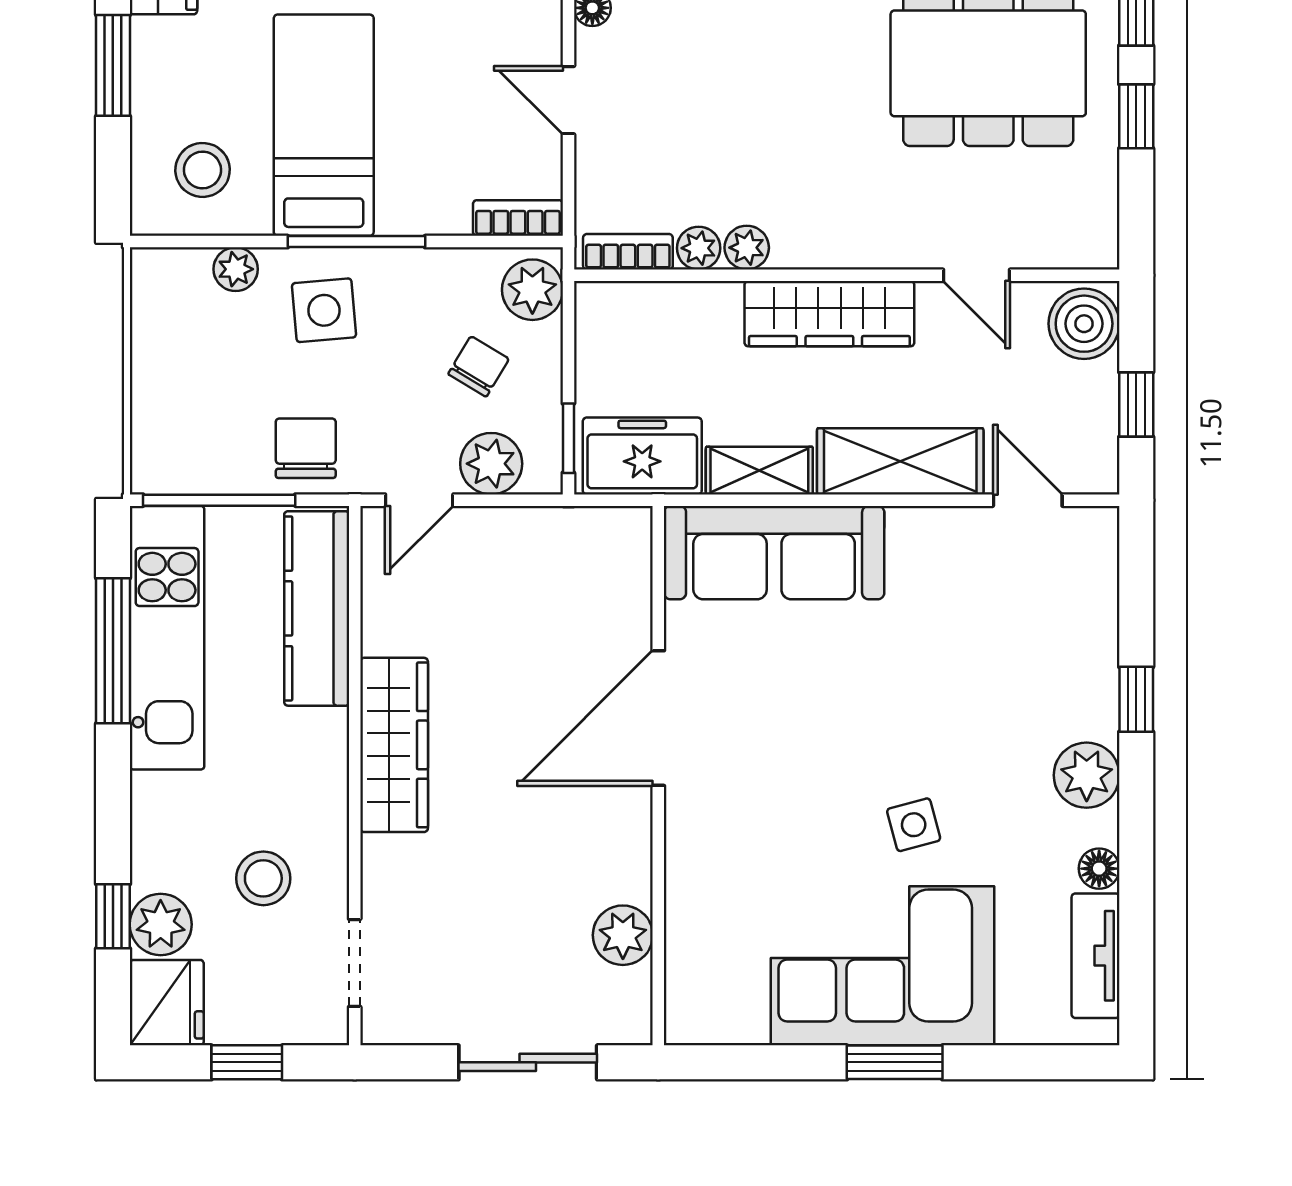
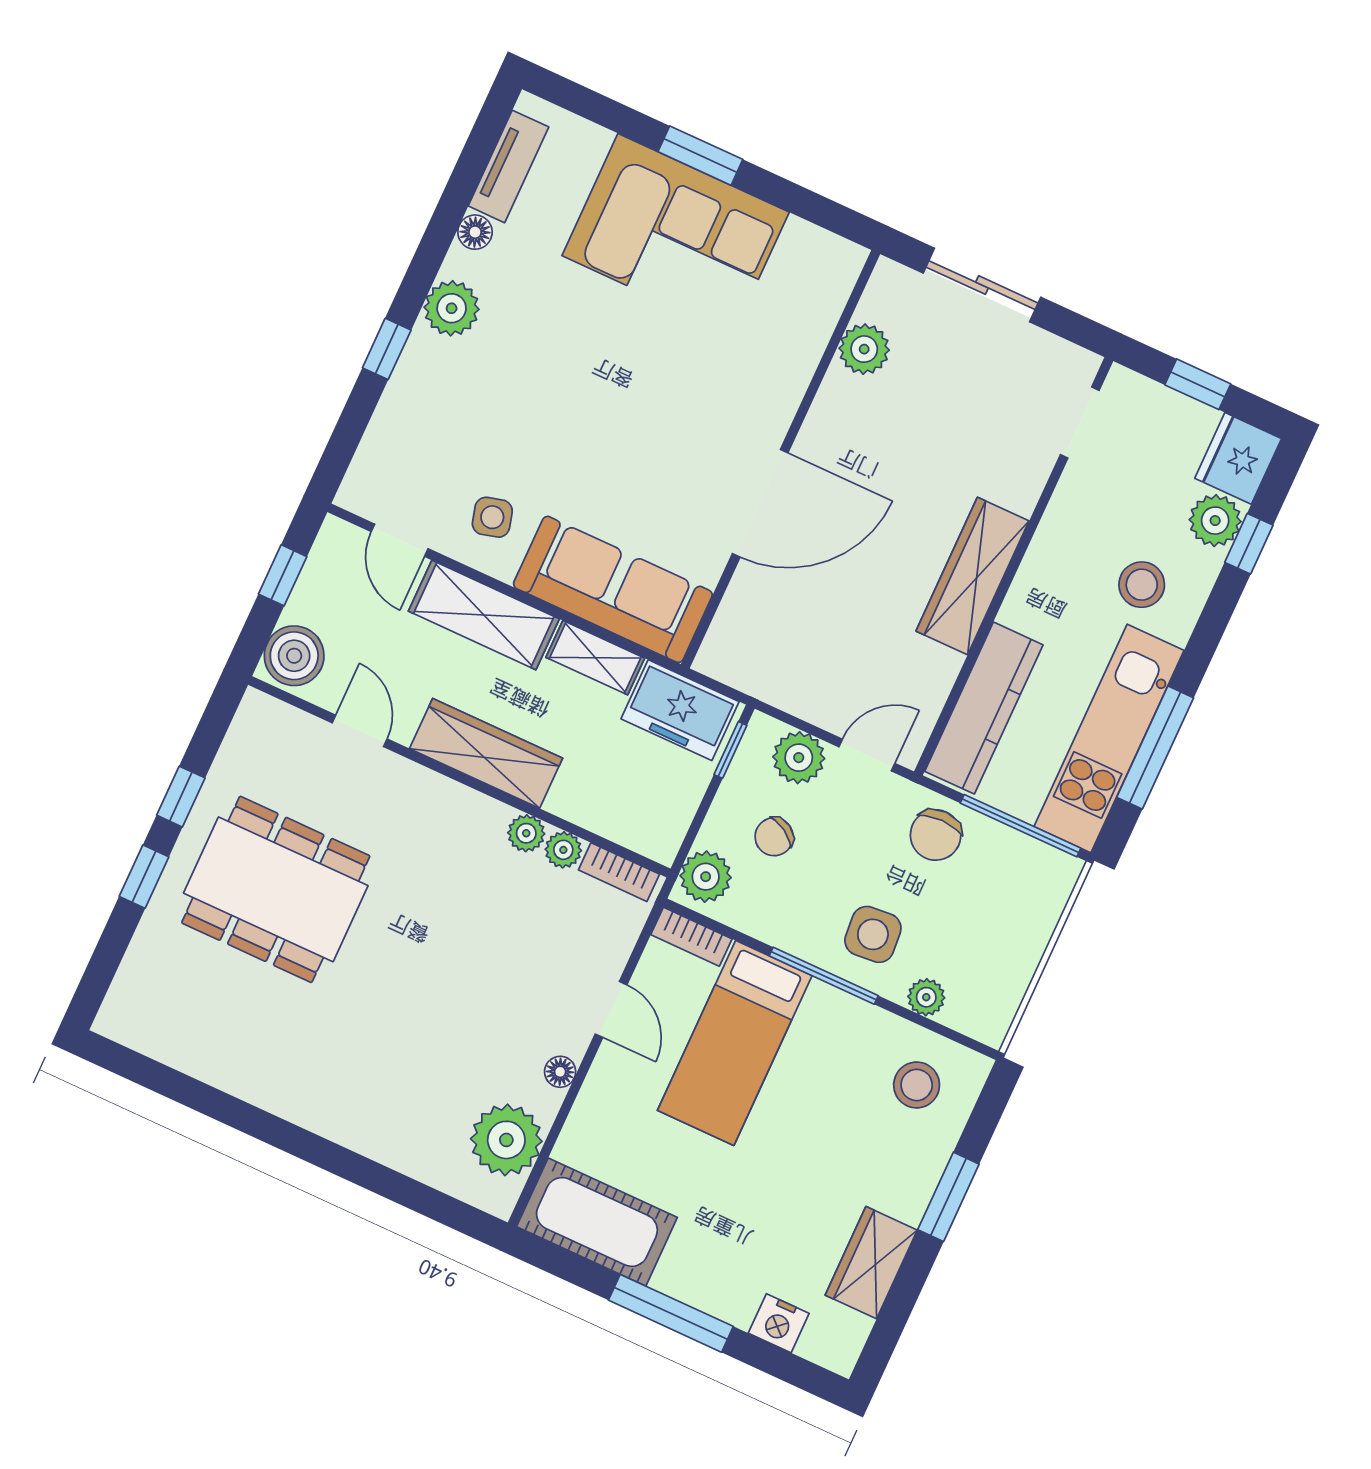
bed: (324, 125) -> (735, 1043), moved
side table: (914, 825) -> (492, 517), moved
stool: (263, 878) -> (1142, 585), moved

